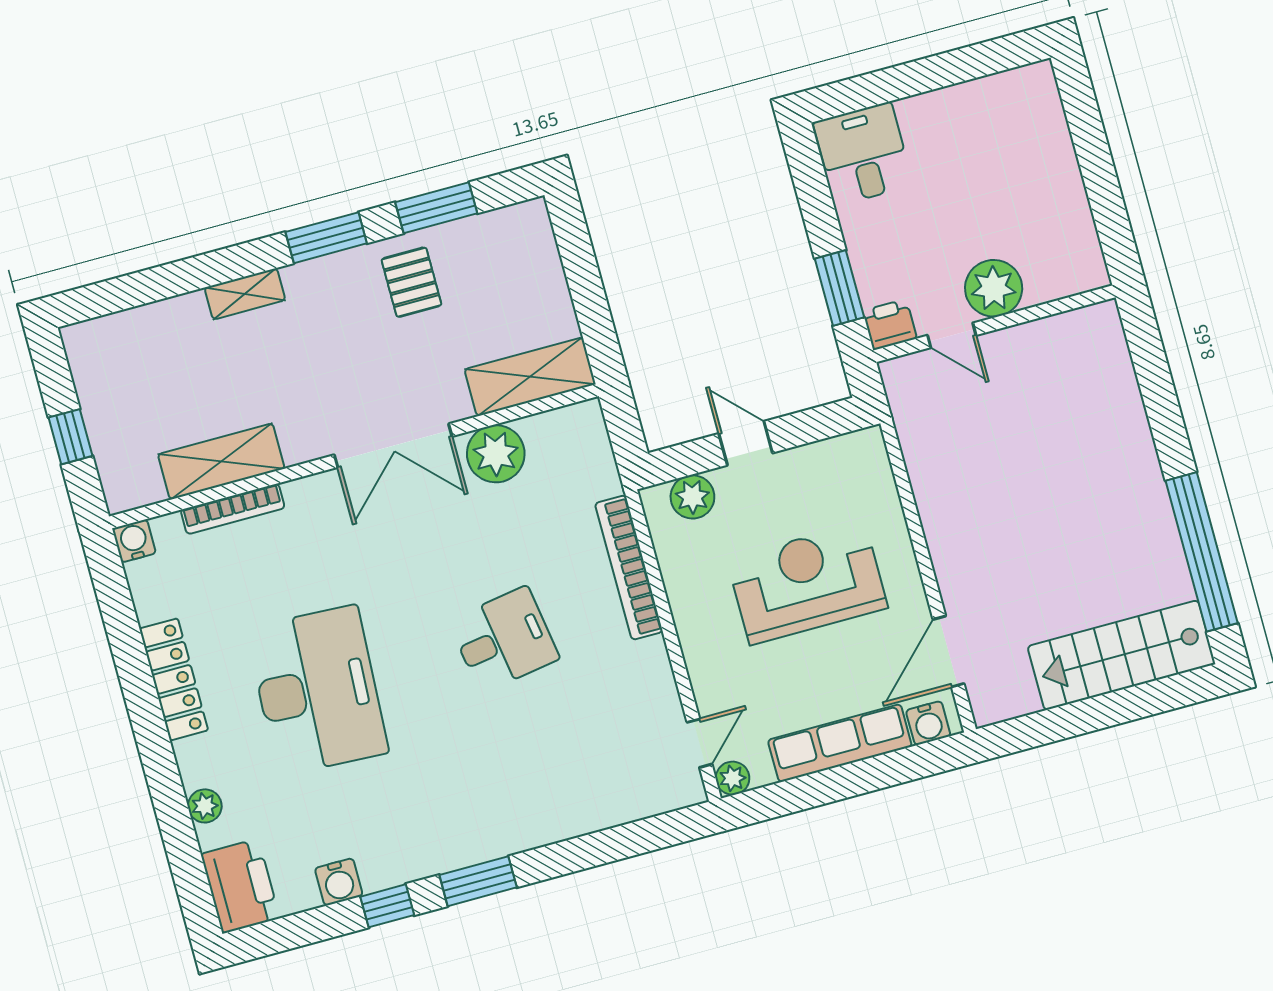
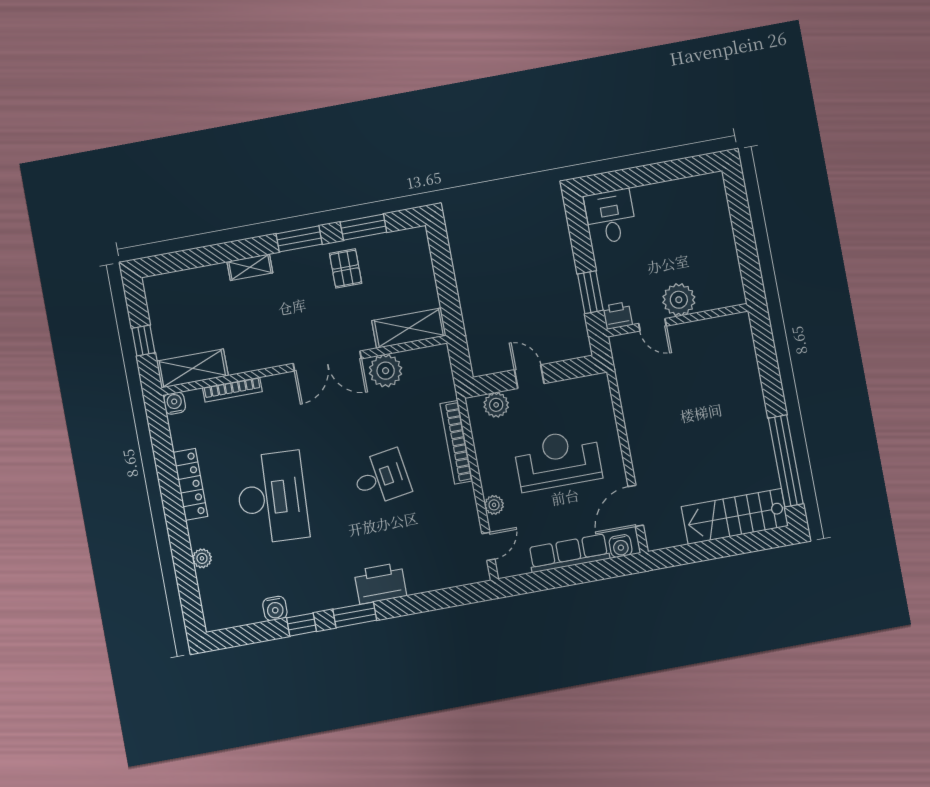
shelving: (221, 461) -> (192, 368), moved
plant: (733, 778) -> (494, 505), moved
printer: (240, 886) -> (380, 583), moved, turned -90

